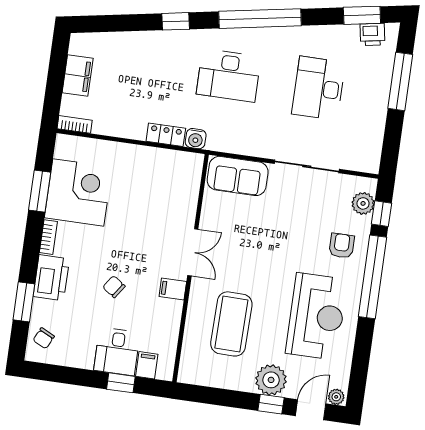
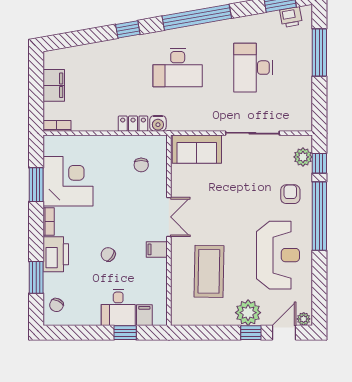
chair: (169, 185) -> (141, 165), added

